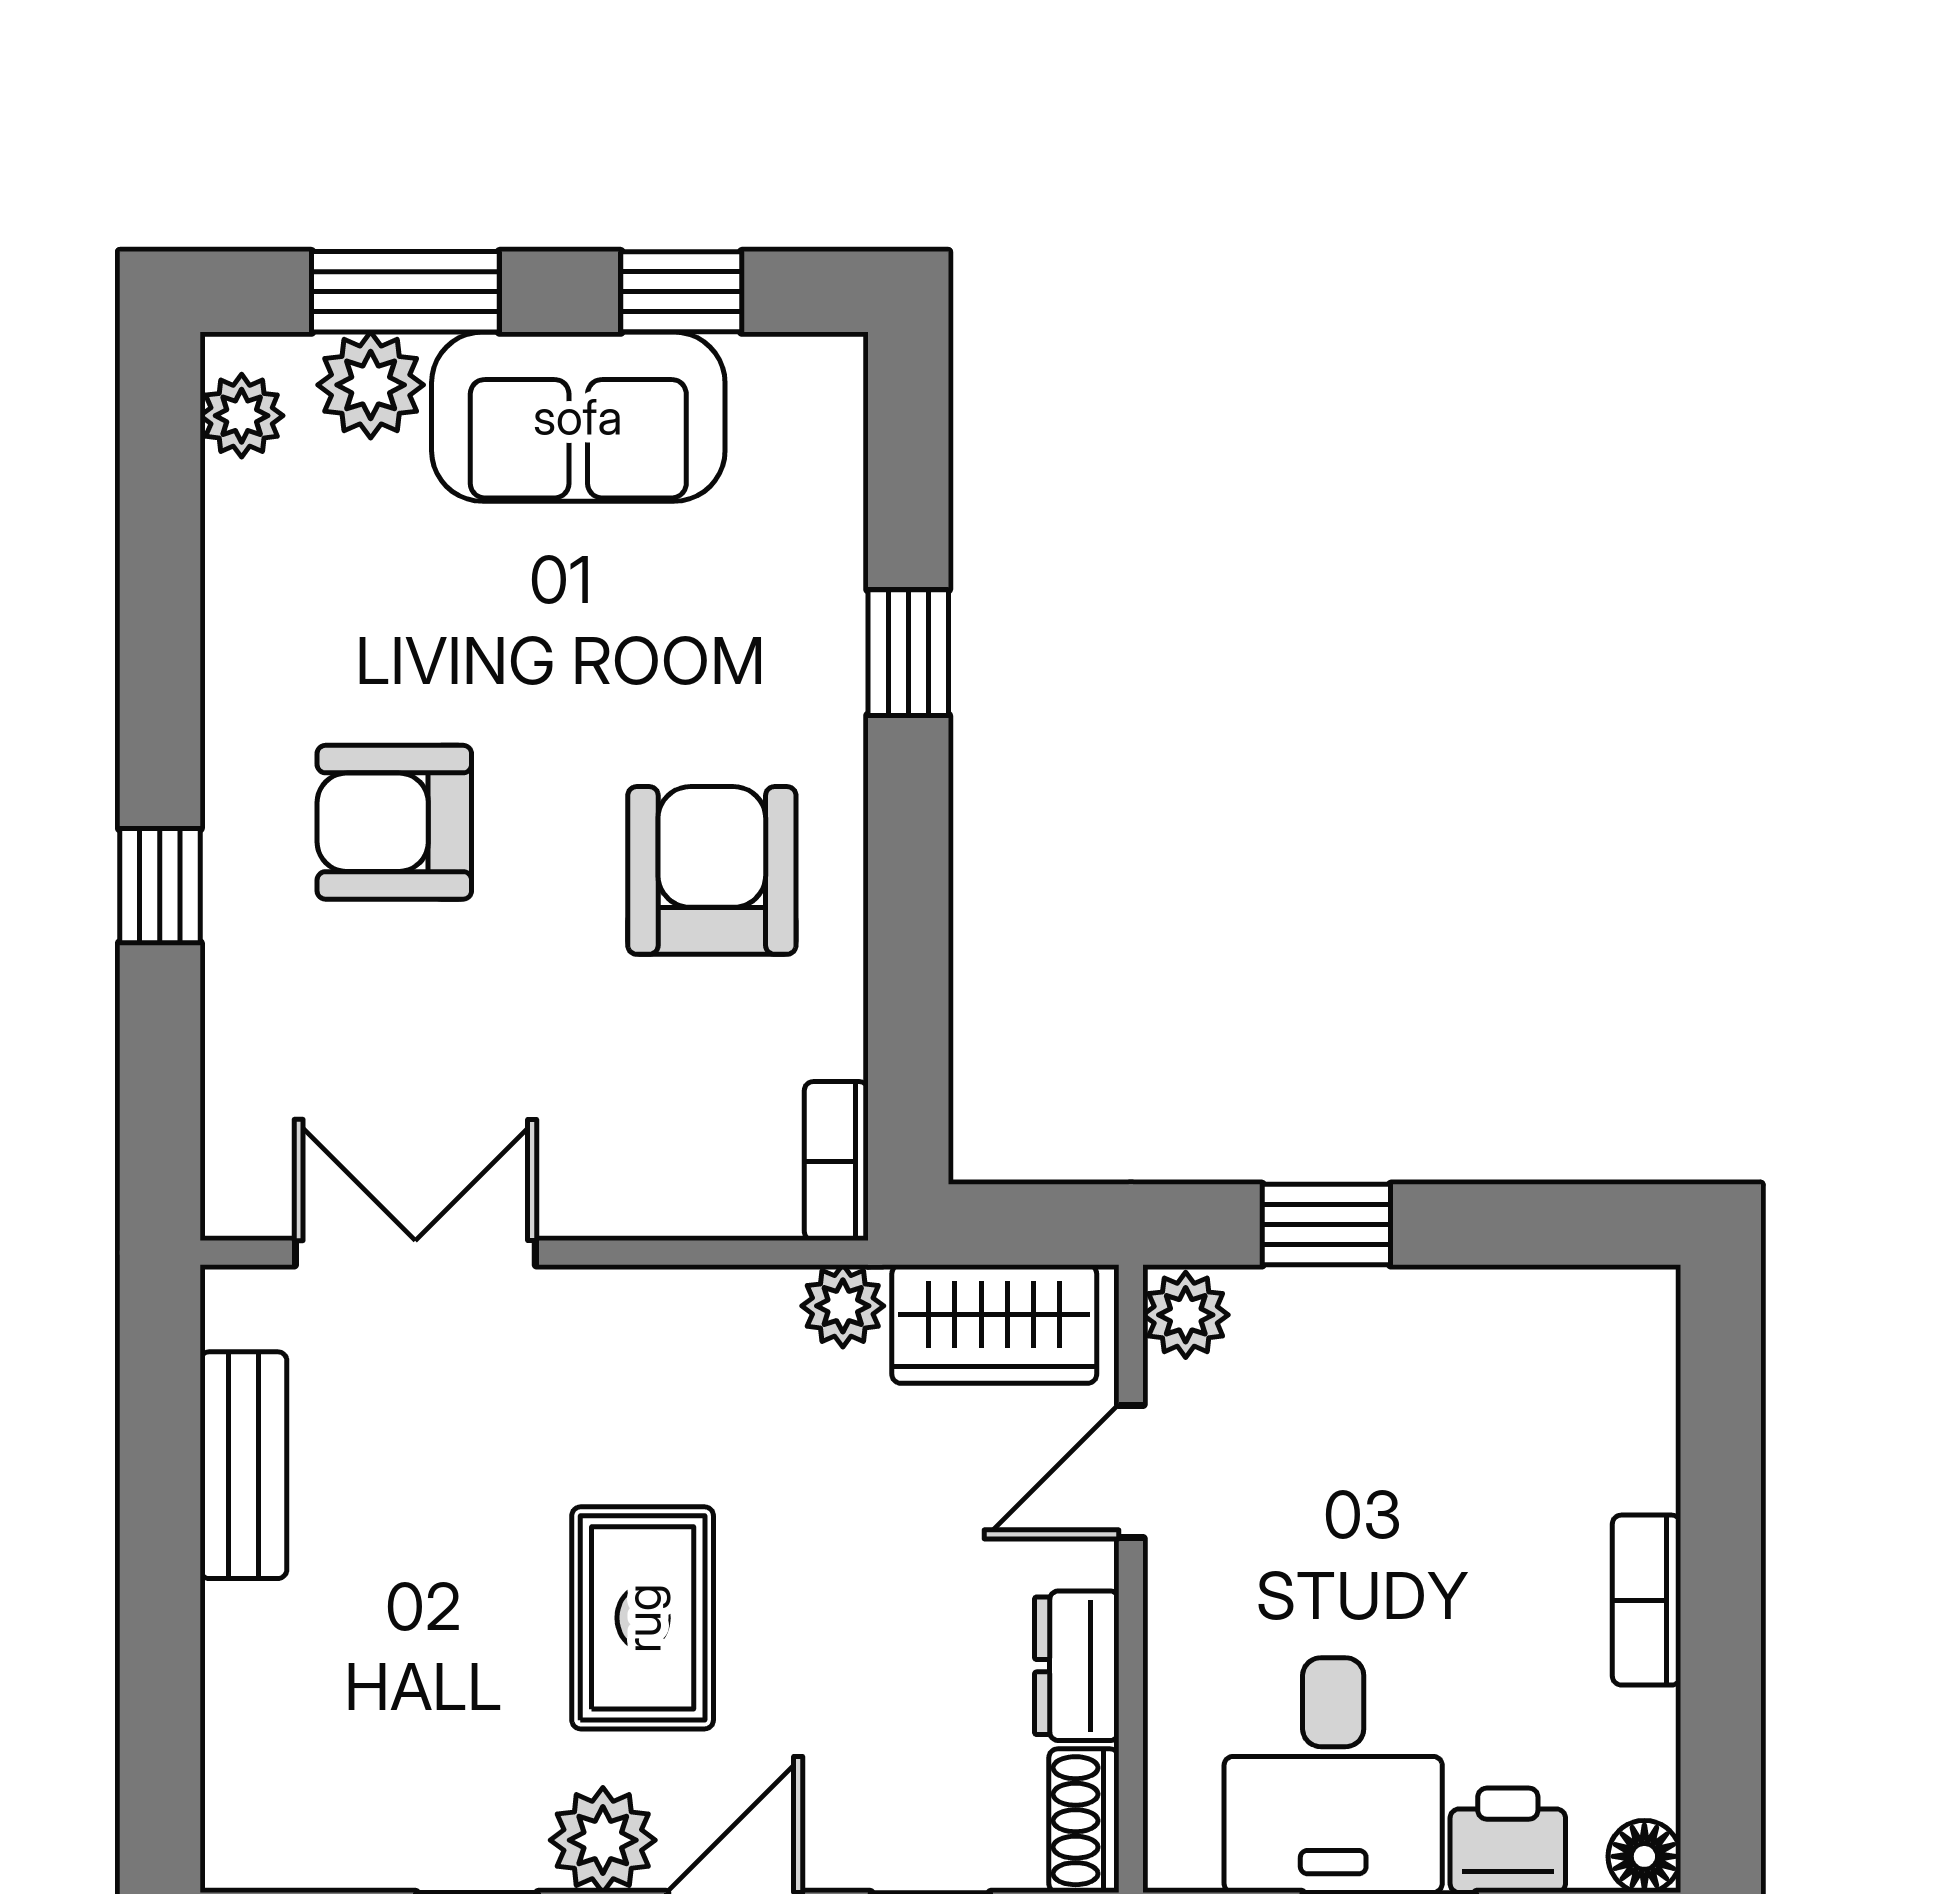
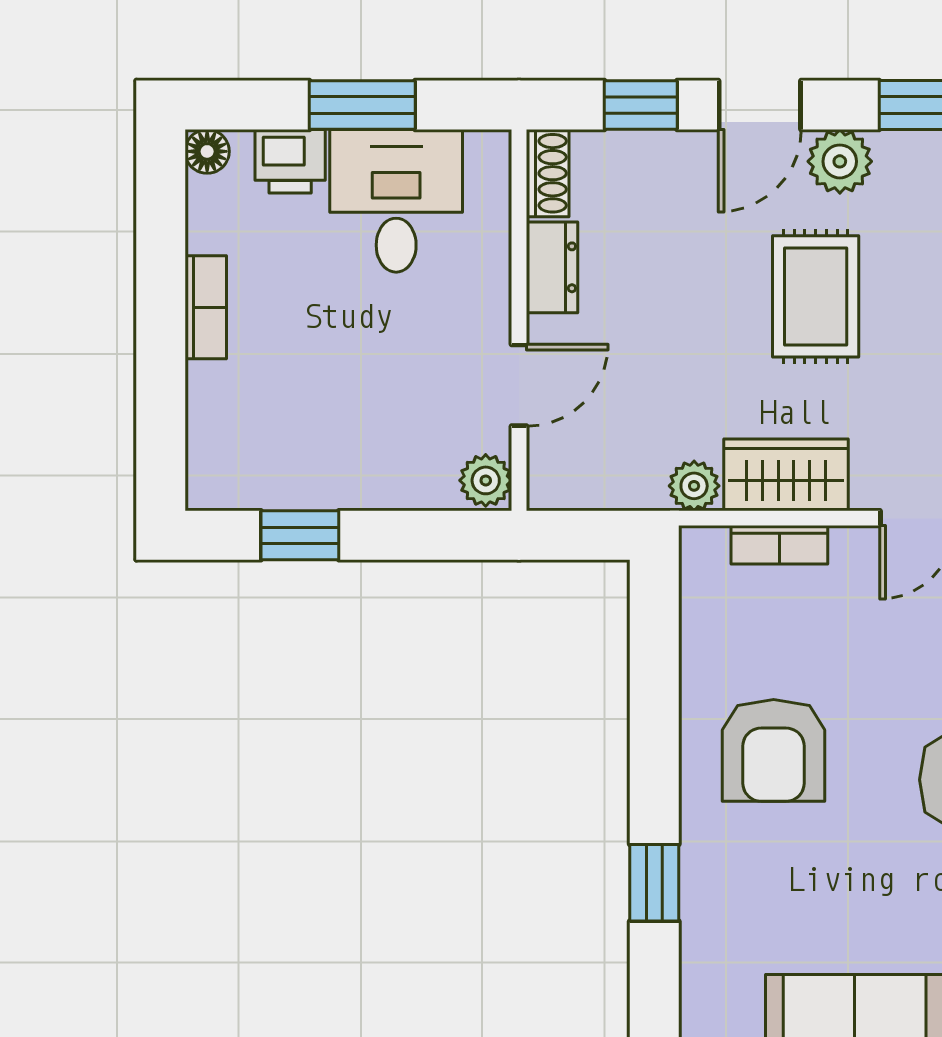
bookcase: (836, 1161) -> (779, 545), moved, turned 90
window: (1326, 1225) -> (300, 535), moved
wardrobe: (994, 1324) -> (786, 475), moved

